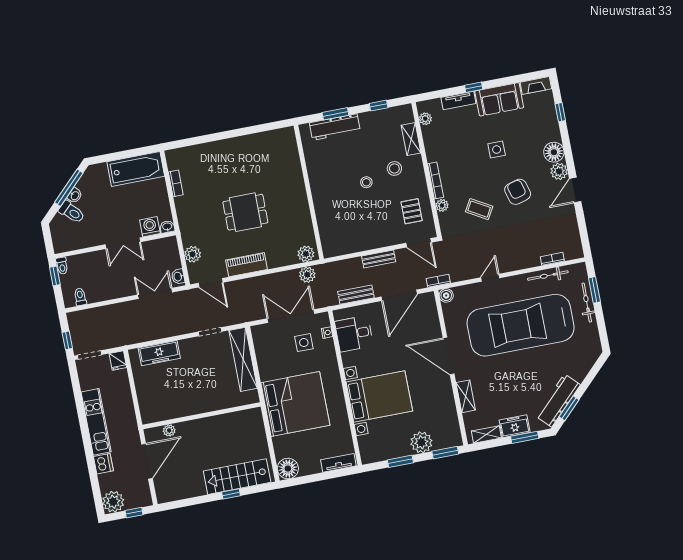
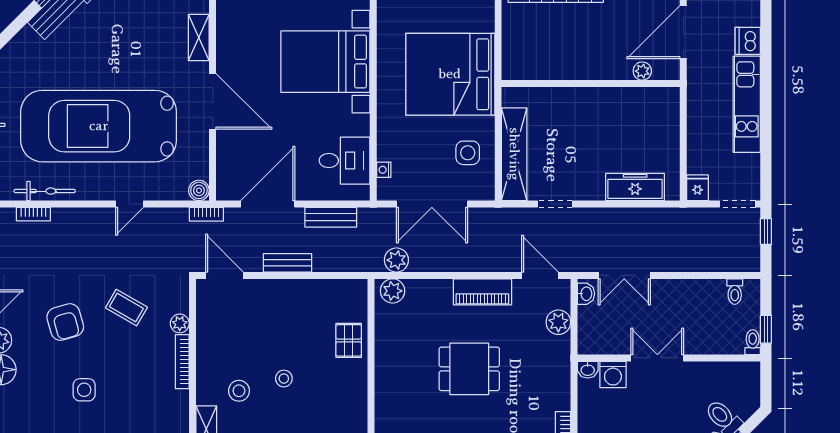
pallet: (412, 211) -> (349, 340), moved
car: (521, 325) -> (99, 126), turned 180
side table: (304, 343) -> (468, 153), moved

